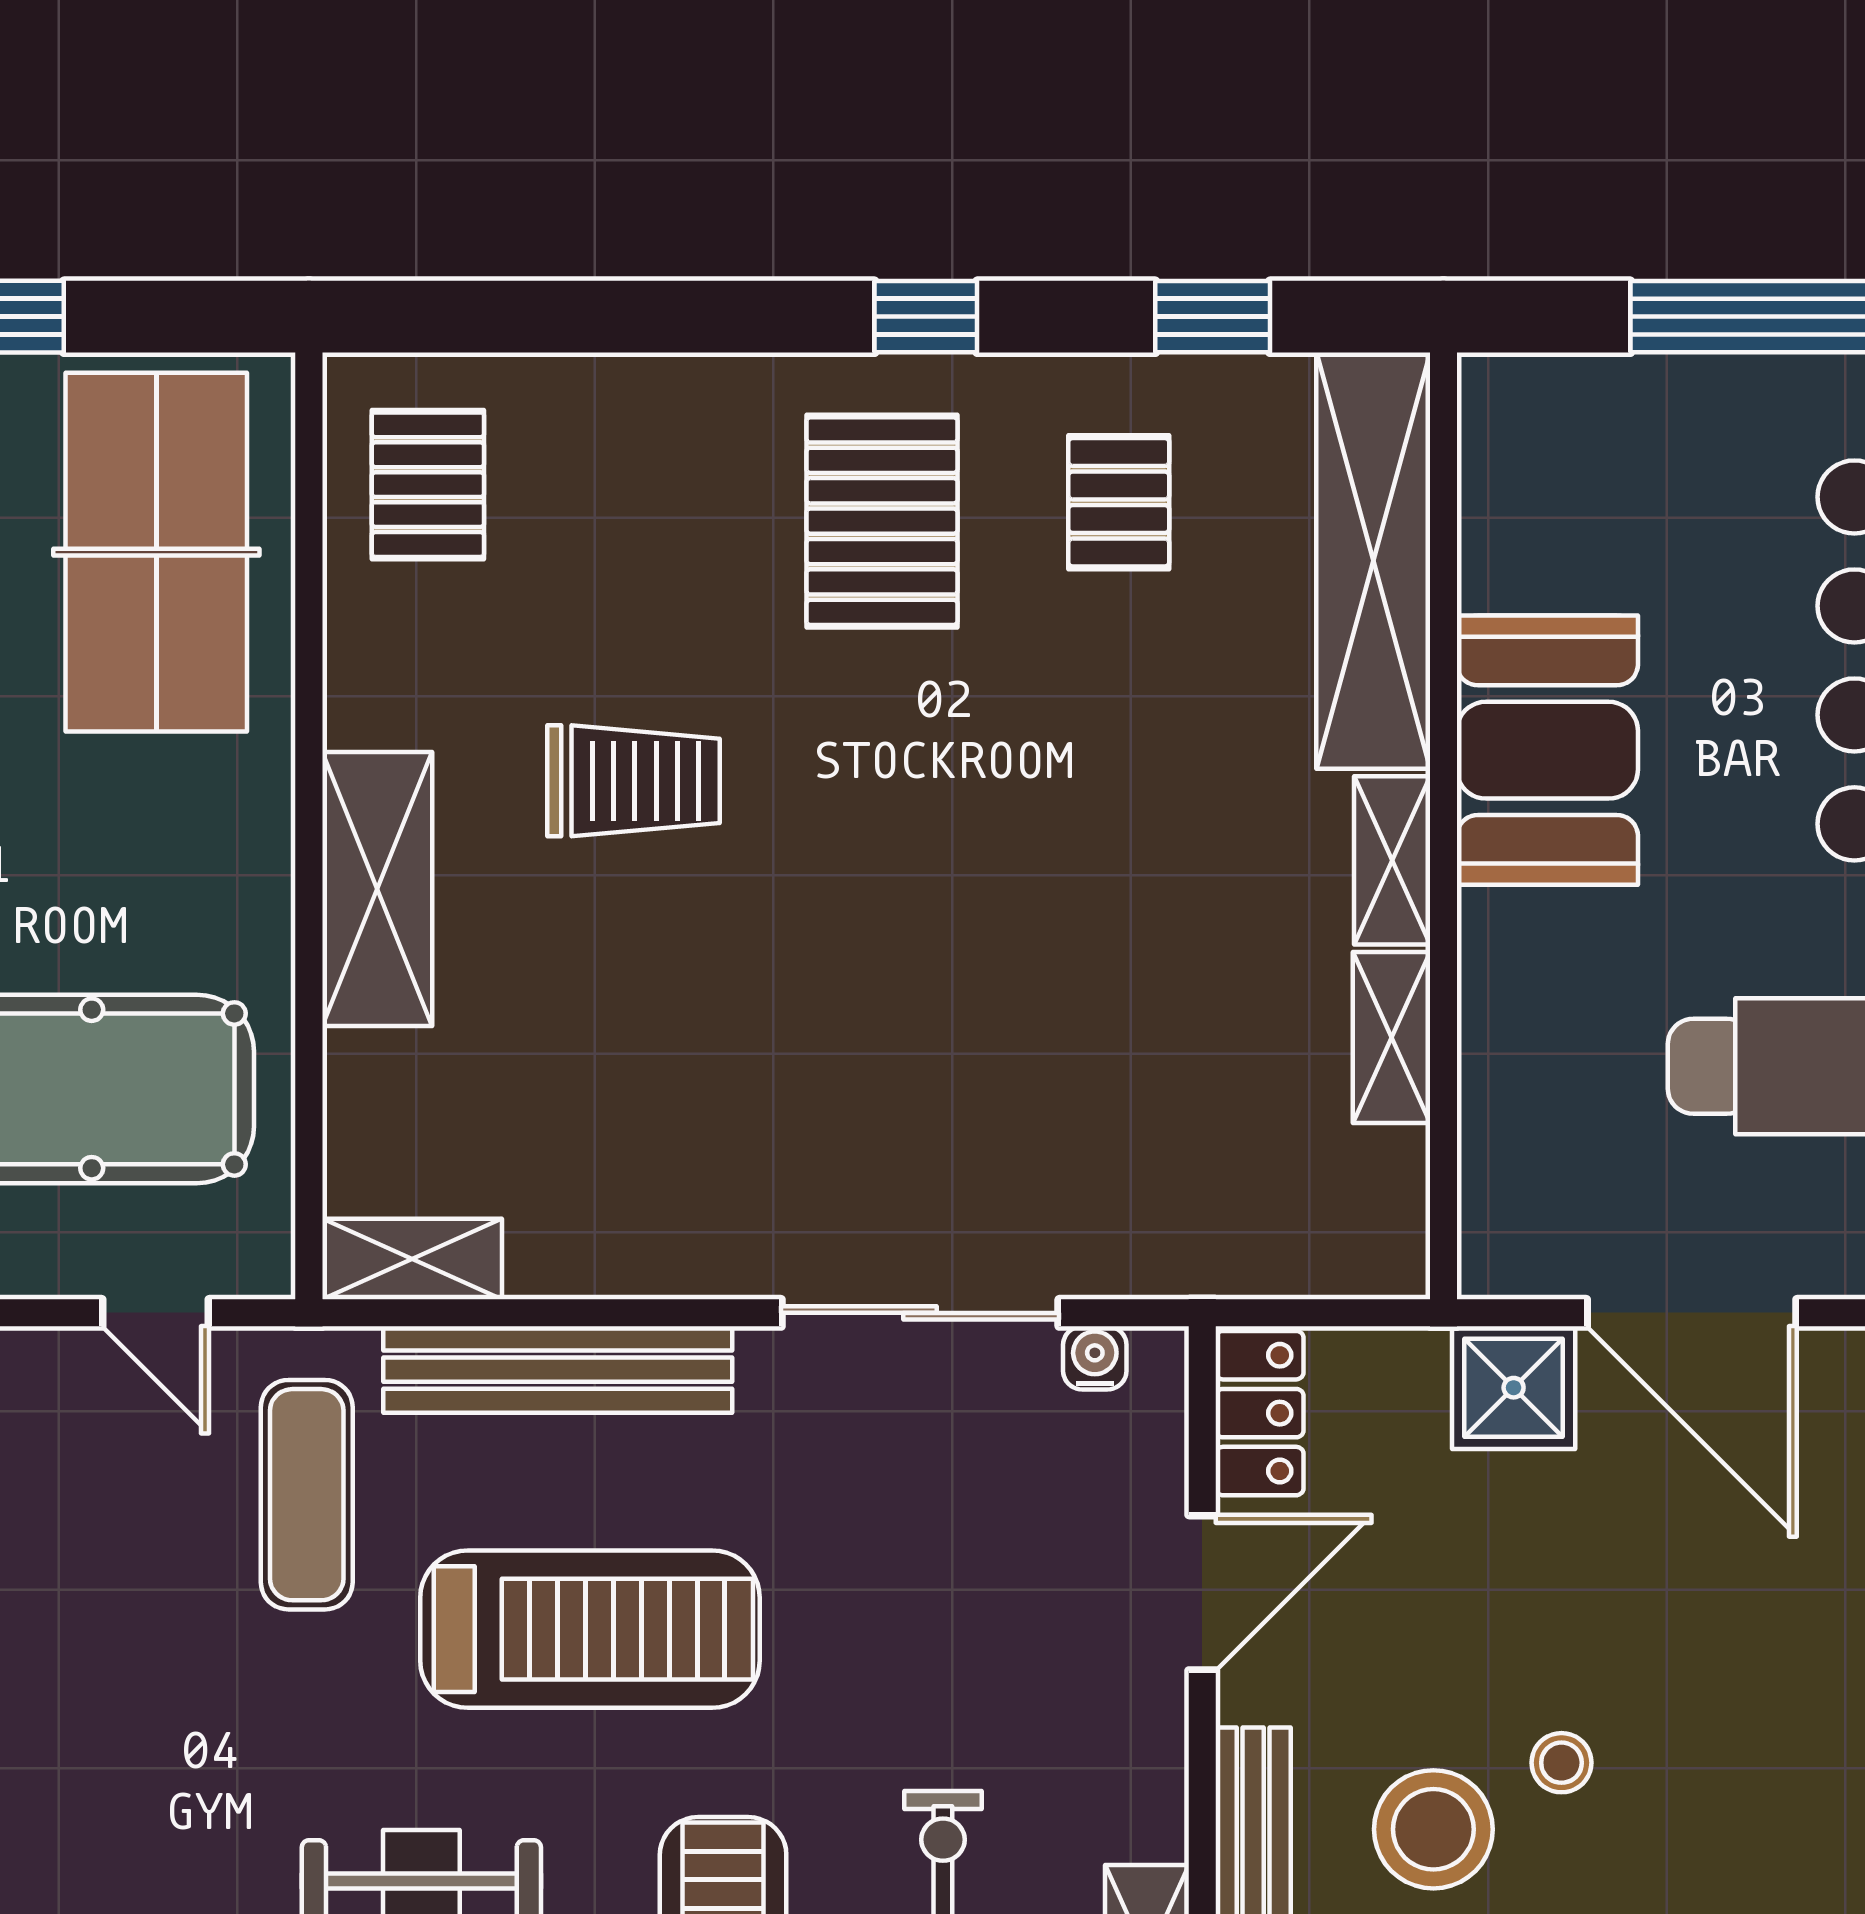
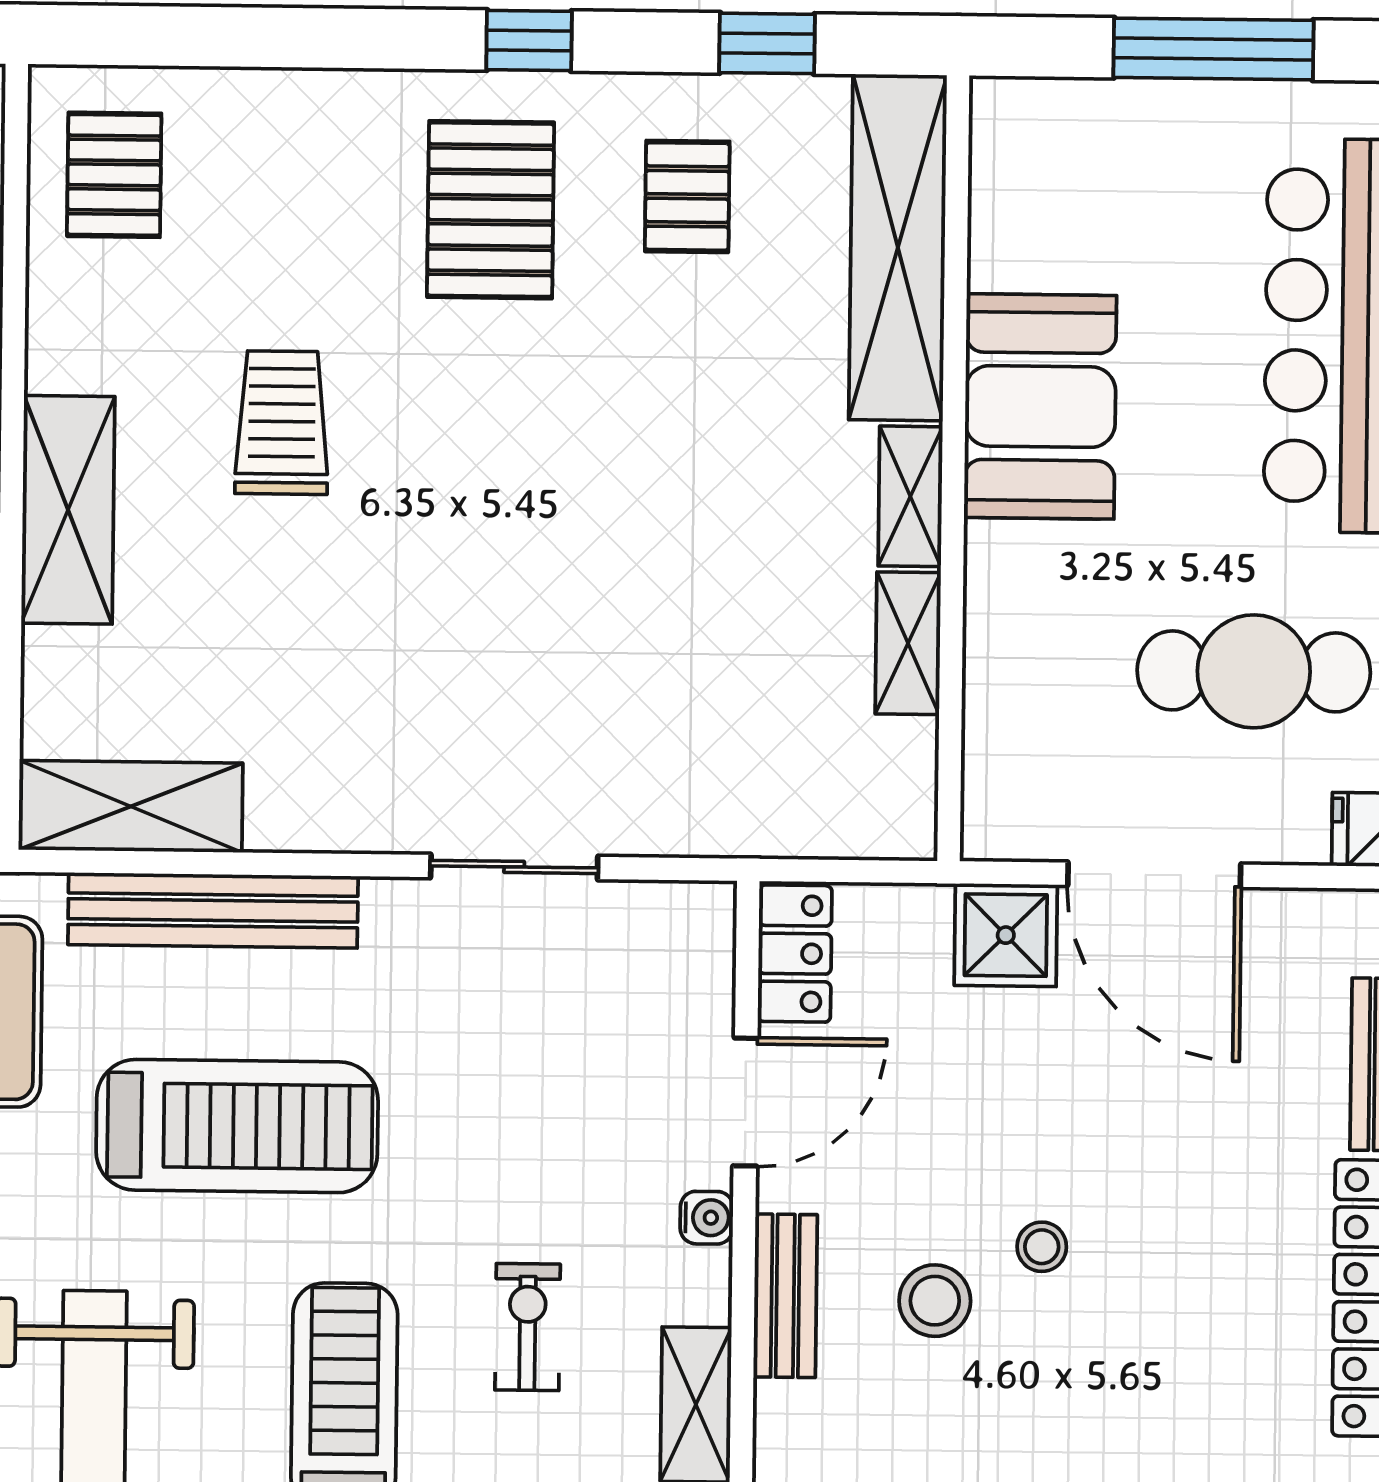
trolley: (634, 781) -> (282, 423), turned -90
shelving: (412, 1259) -> (131, 806), width x1.50, depth x1.33
sliding door: (920, 1313) -> (514, 867), width x0.73
water cooler: (1095, 1358) -> (707, 1218), moved, turned 90
stool: (1433, 1829) -> (935, 1301), width x0.73, depth x0.73

